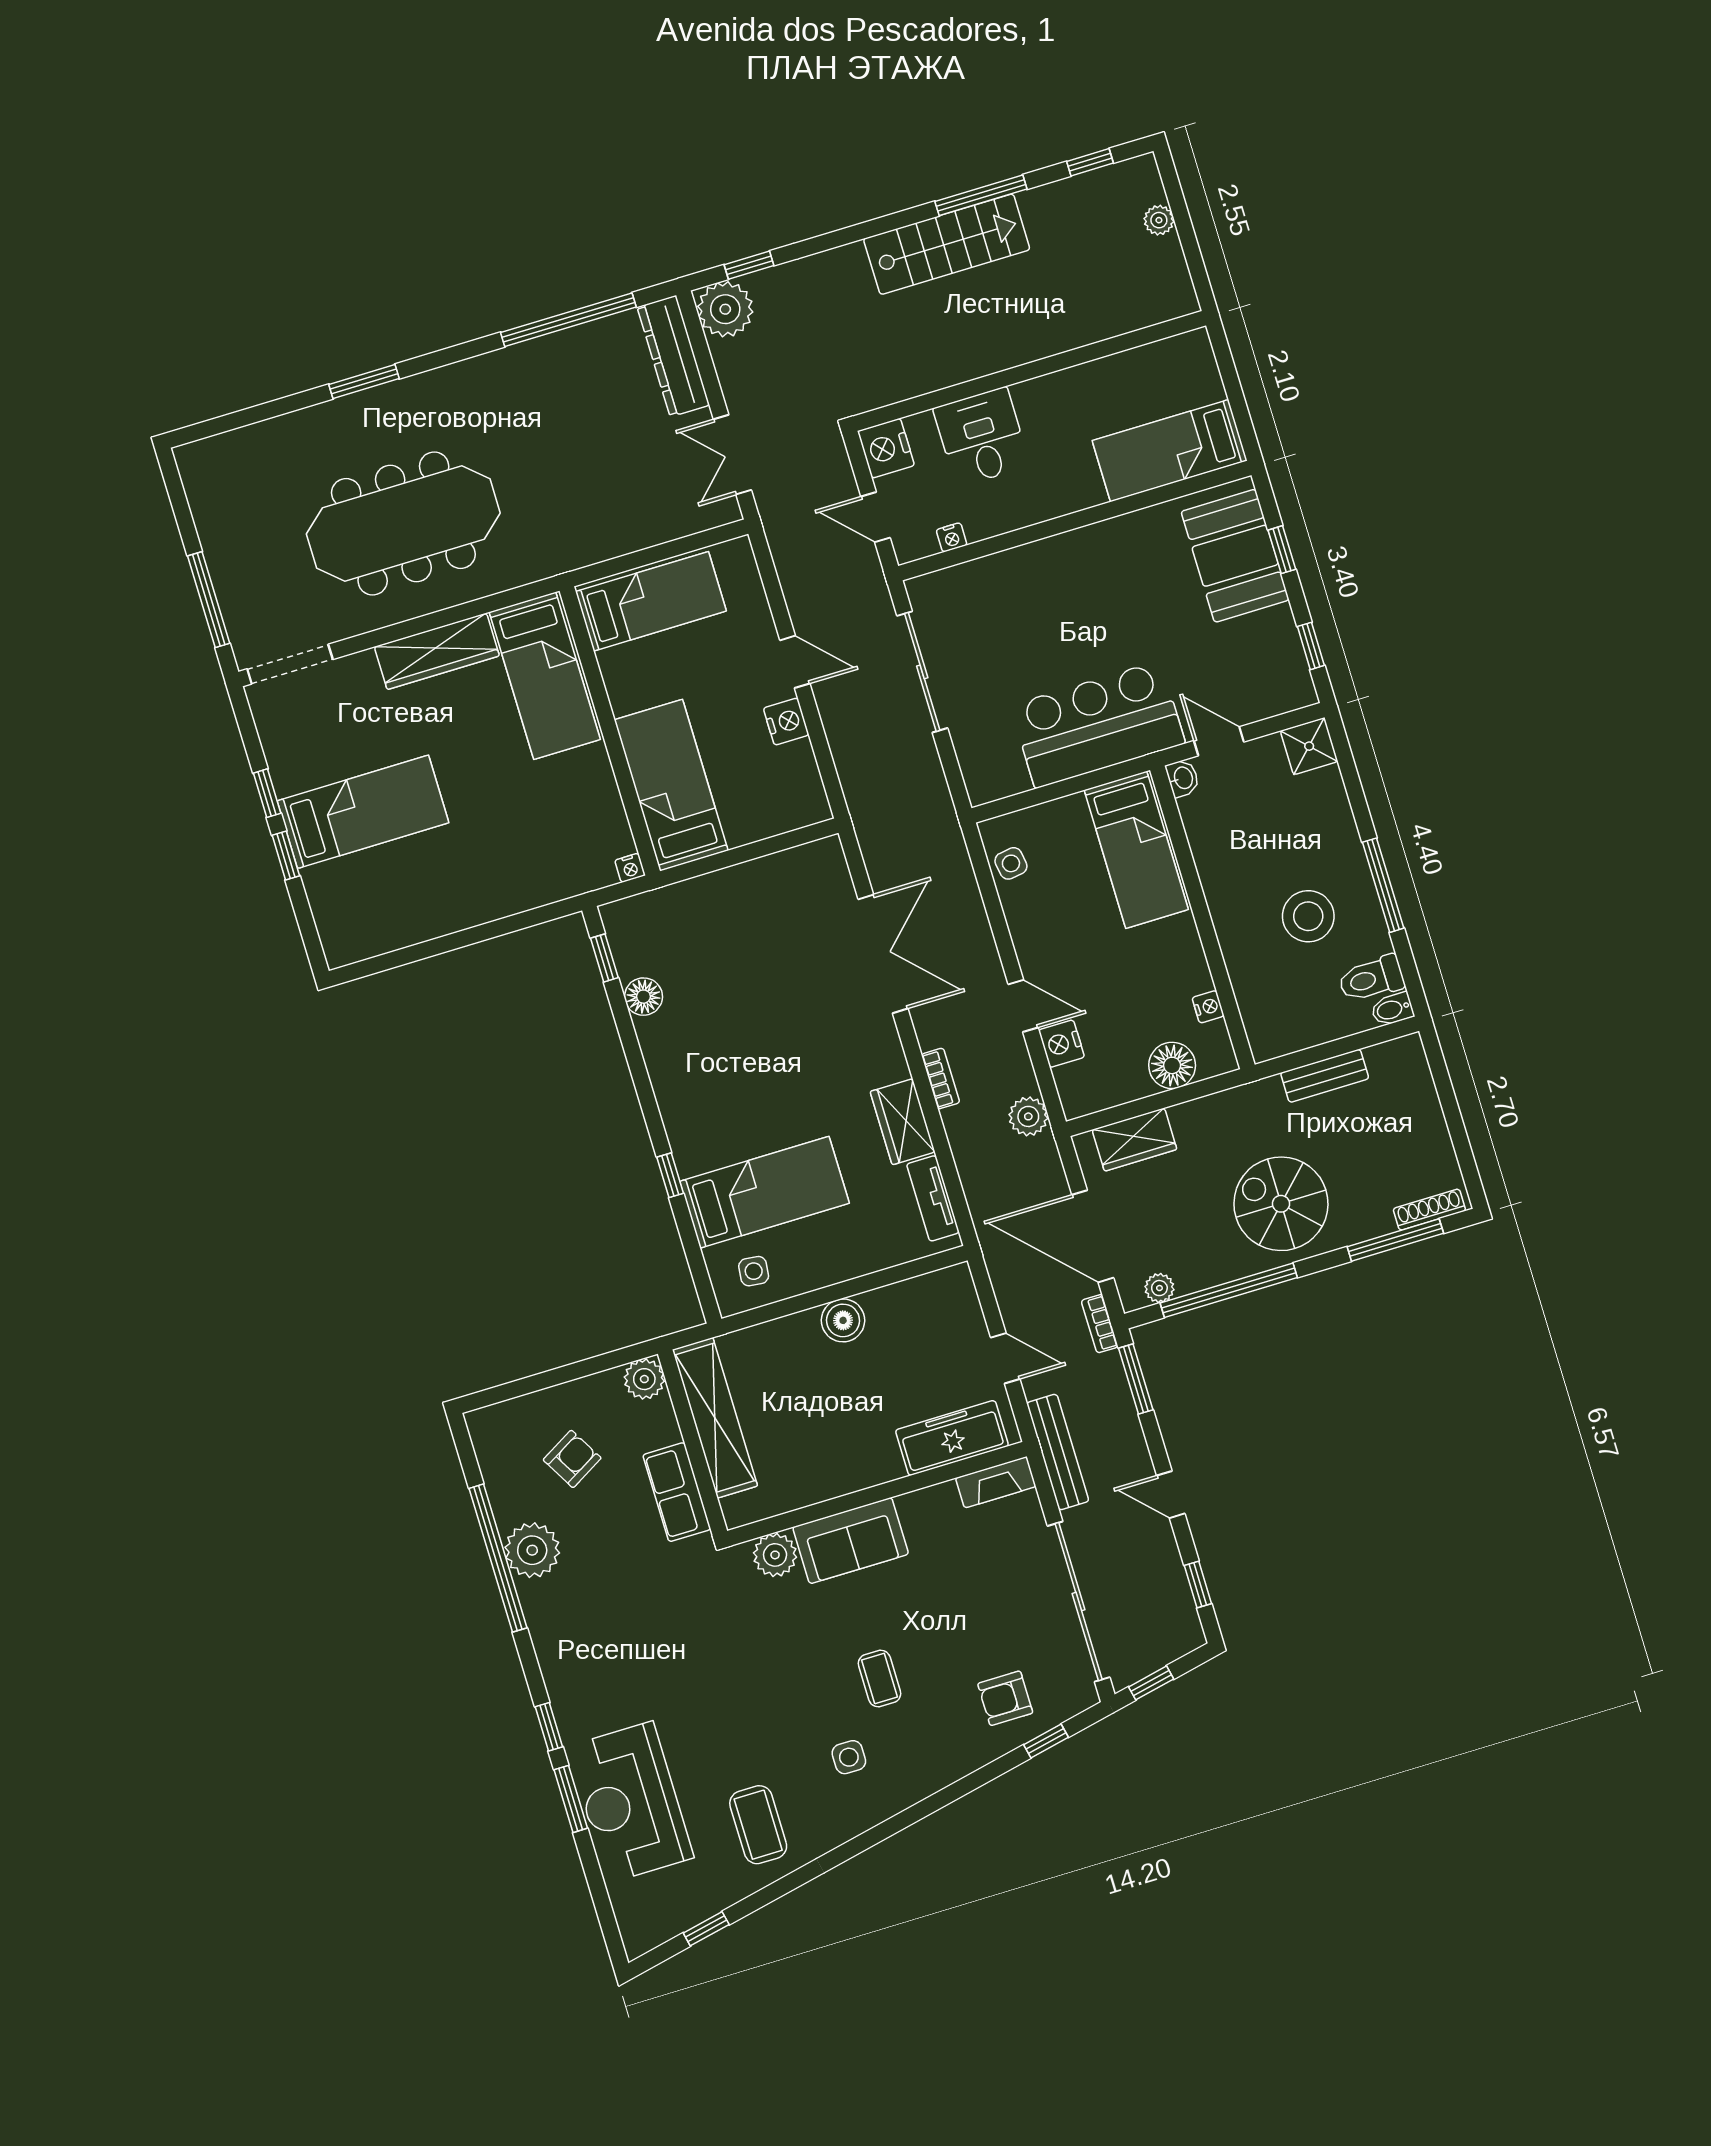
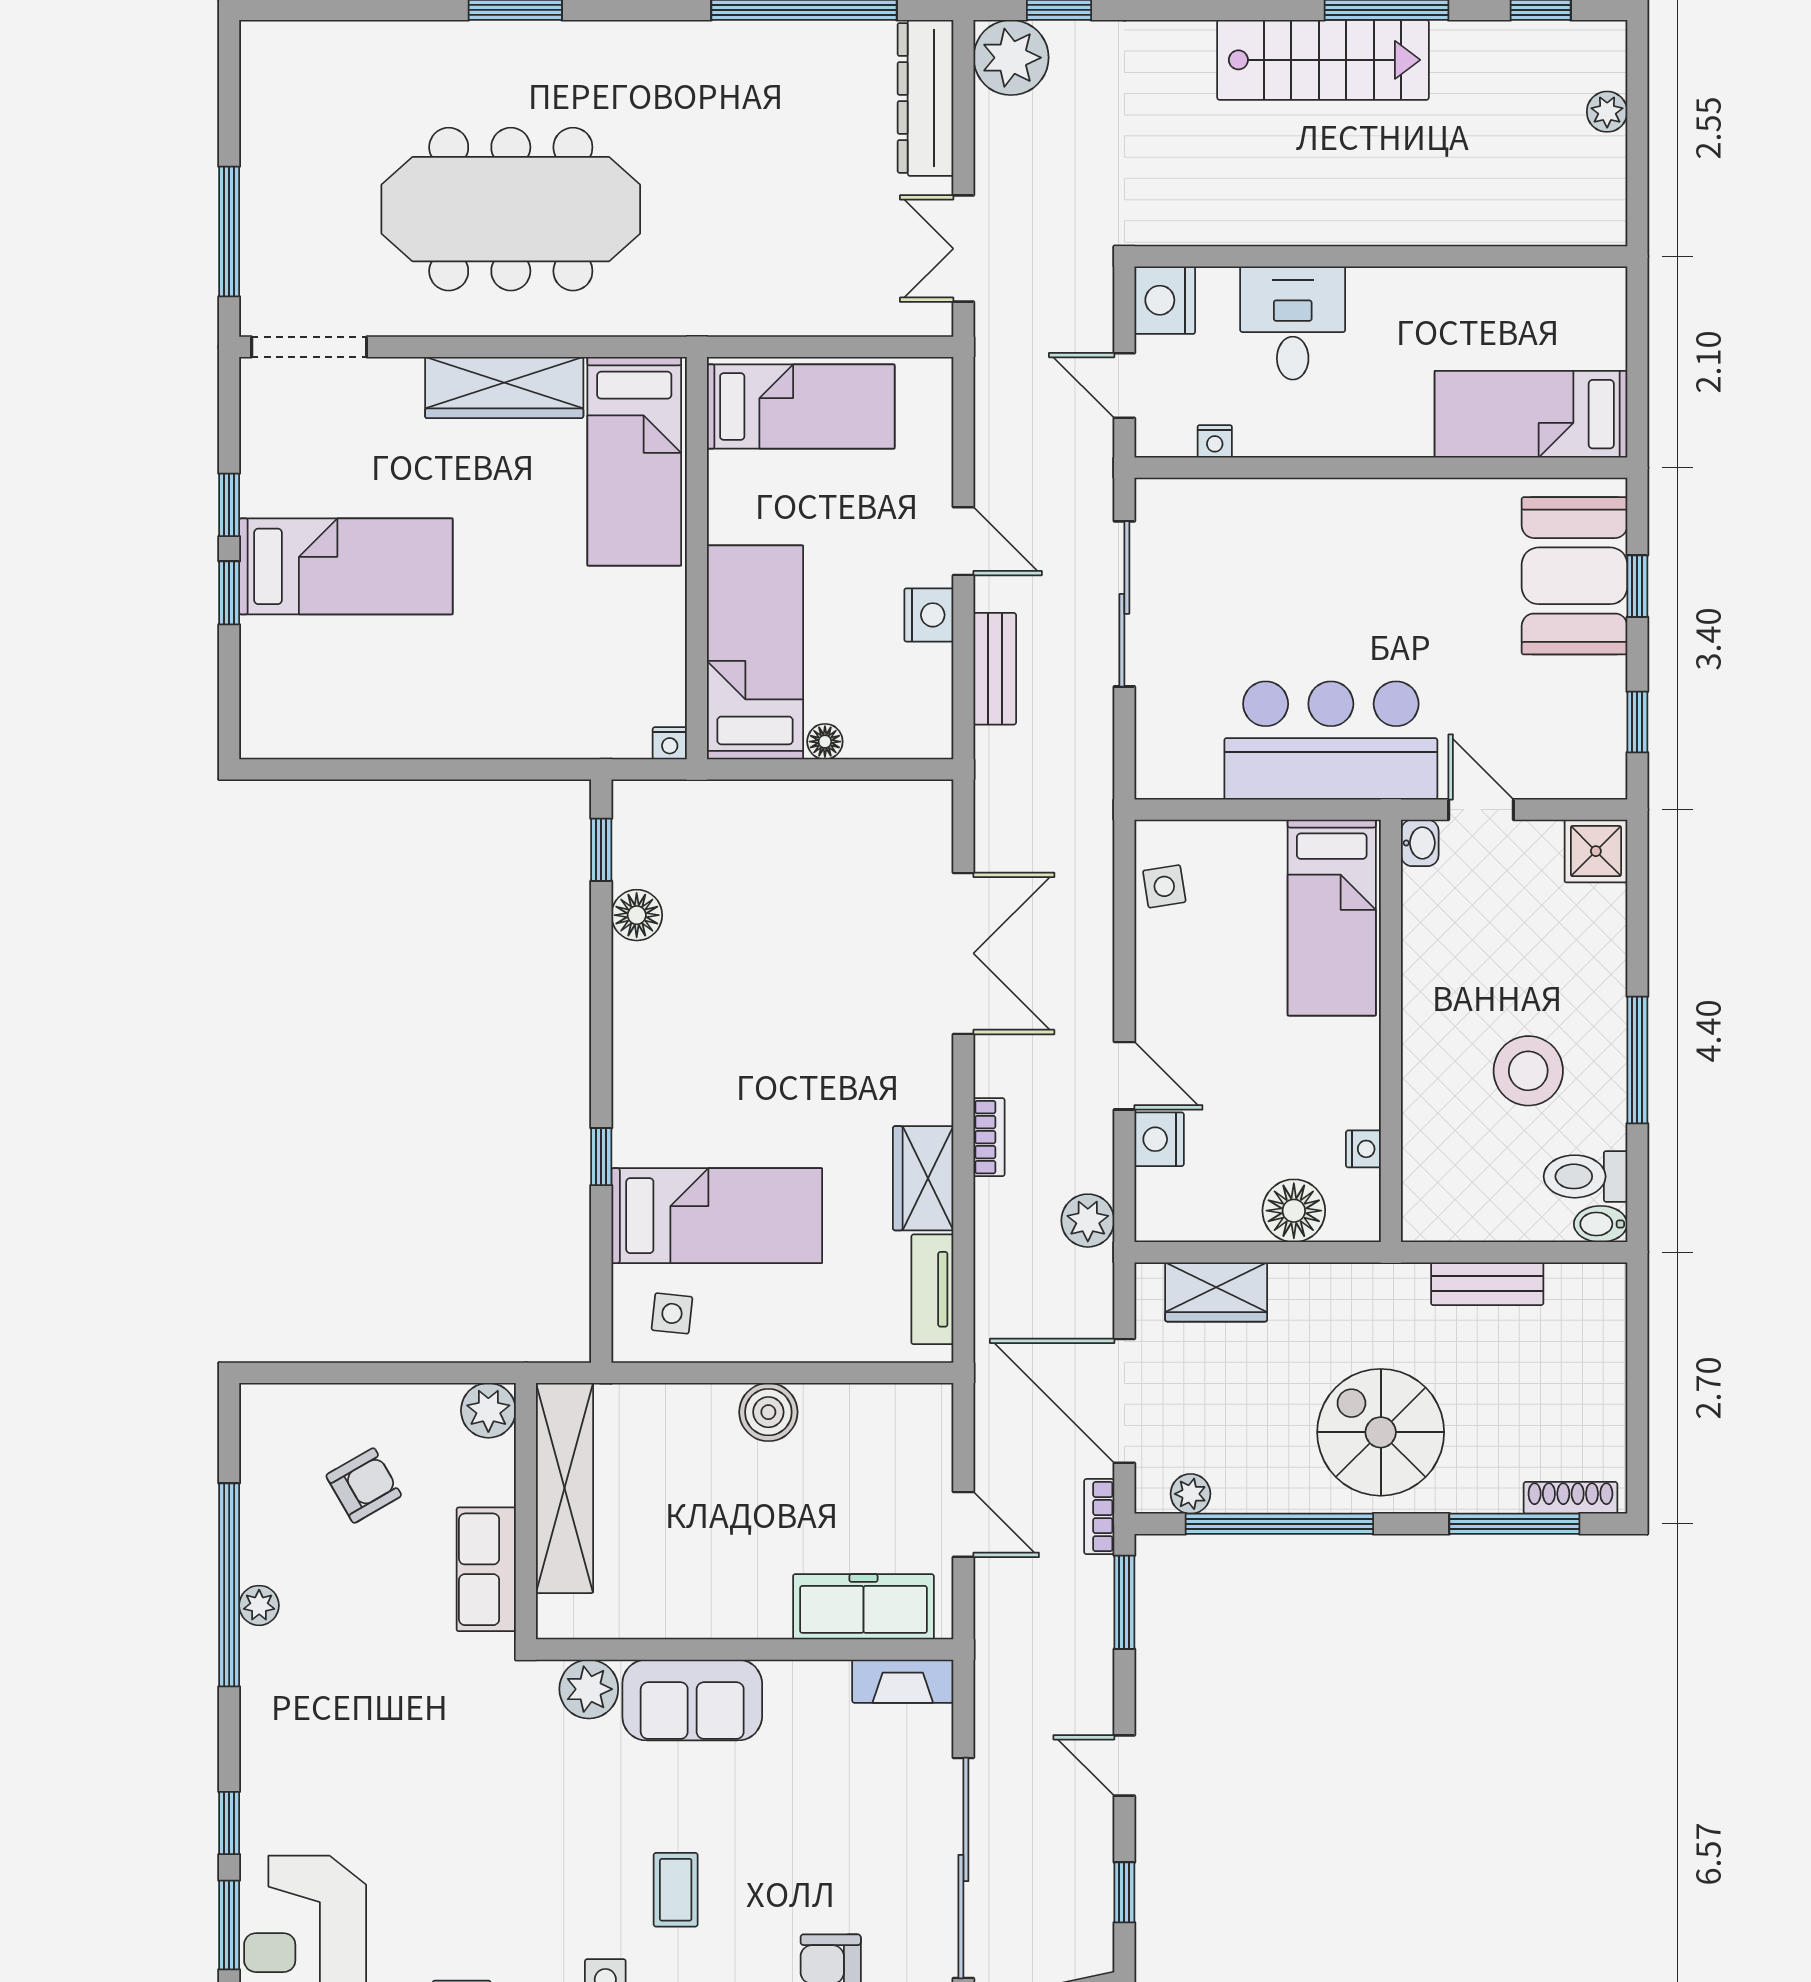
floor lamp: (740, 833) -> (825, 742), added
bench: (1058, 1452) -> (995, 669), moved, width x0.73
plant: (532, 1550) -> (259, 1605), width x0.53, depth x0.53

